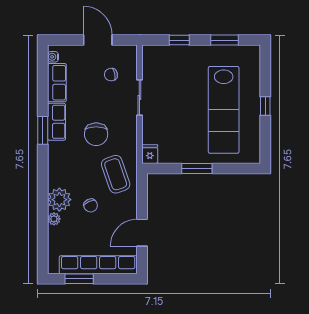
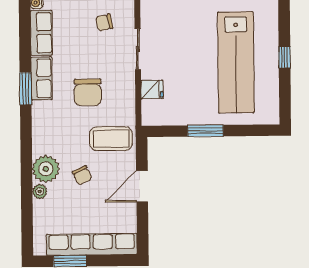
fridge: (150, 154) -> (152, 89), moved, turned 90
coffee table: (116, 174) -> (111, 139), turned -71
door: (142, 233) -> (142, 186), moved

